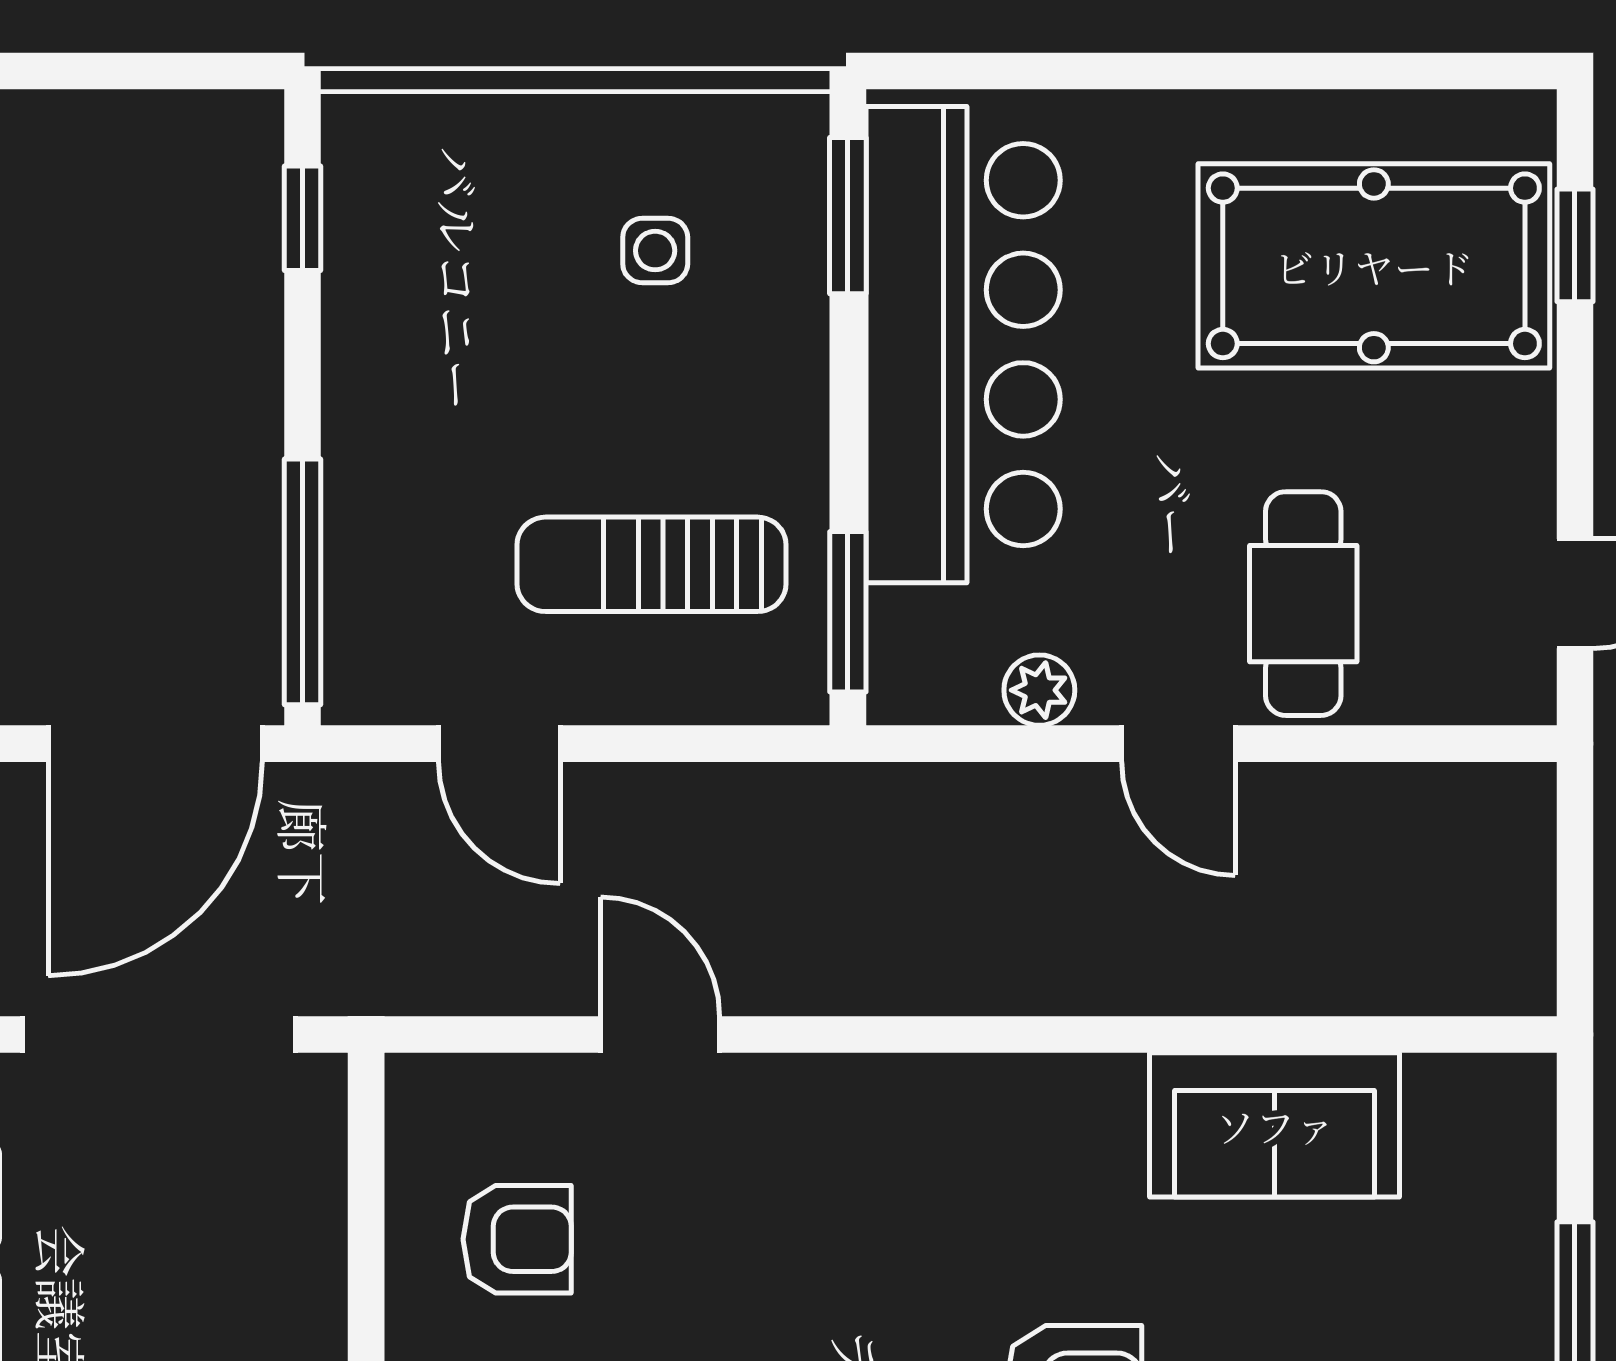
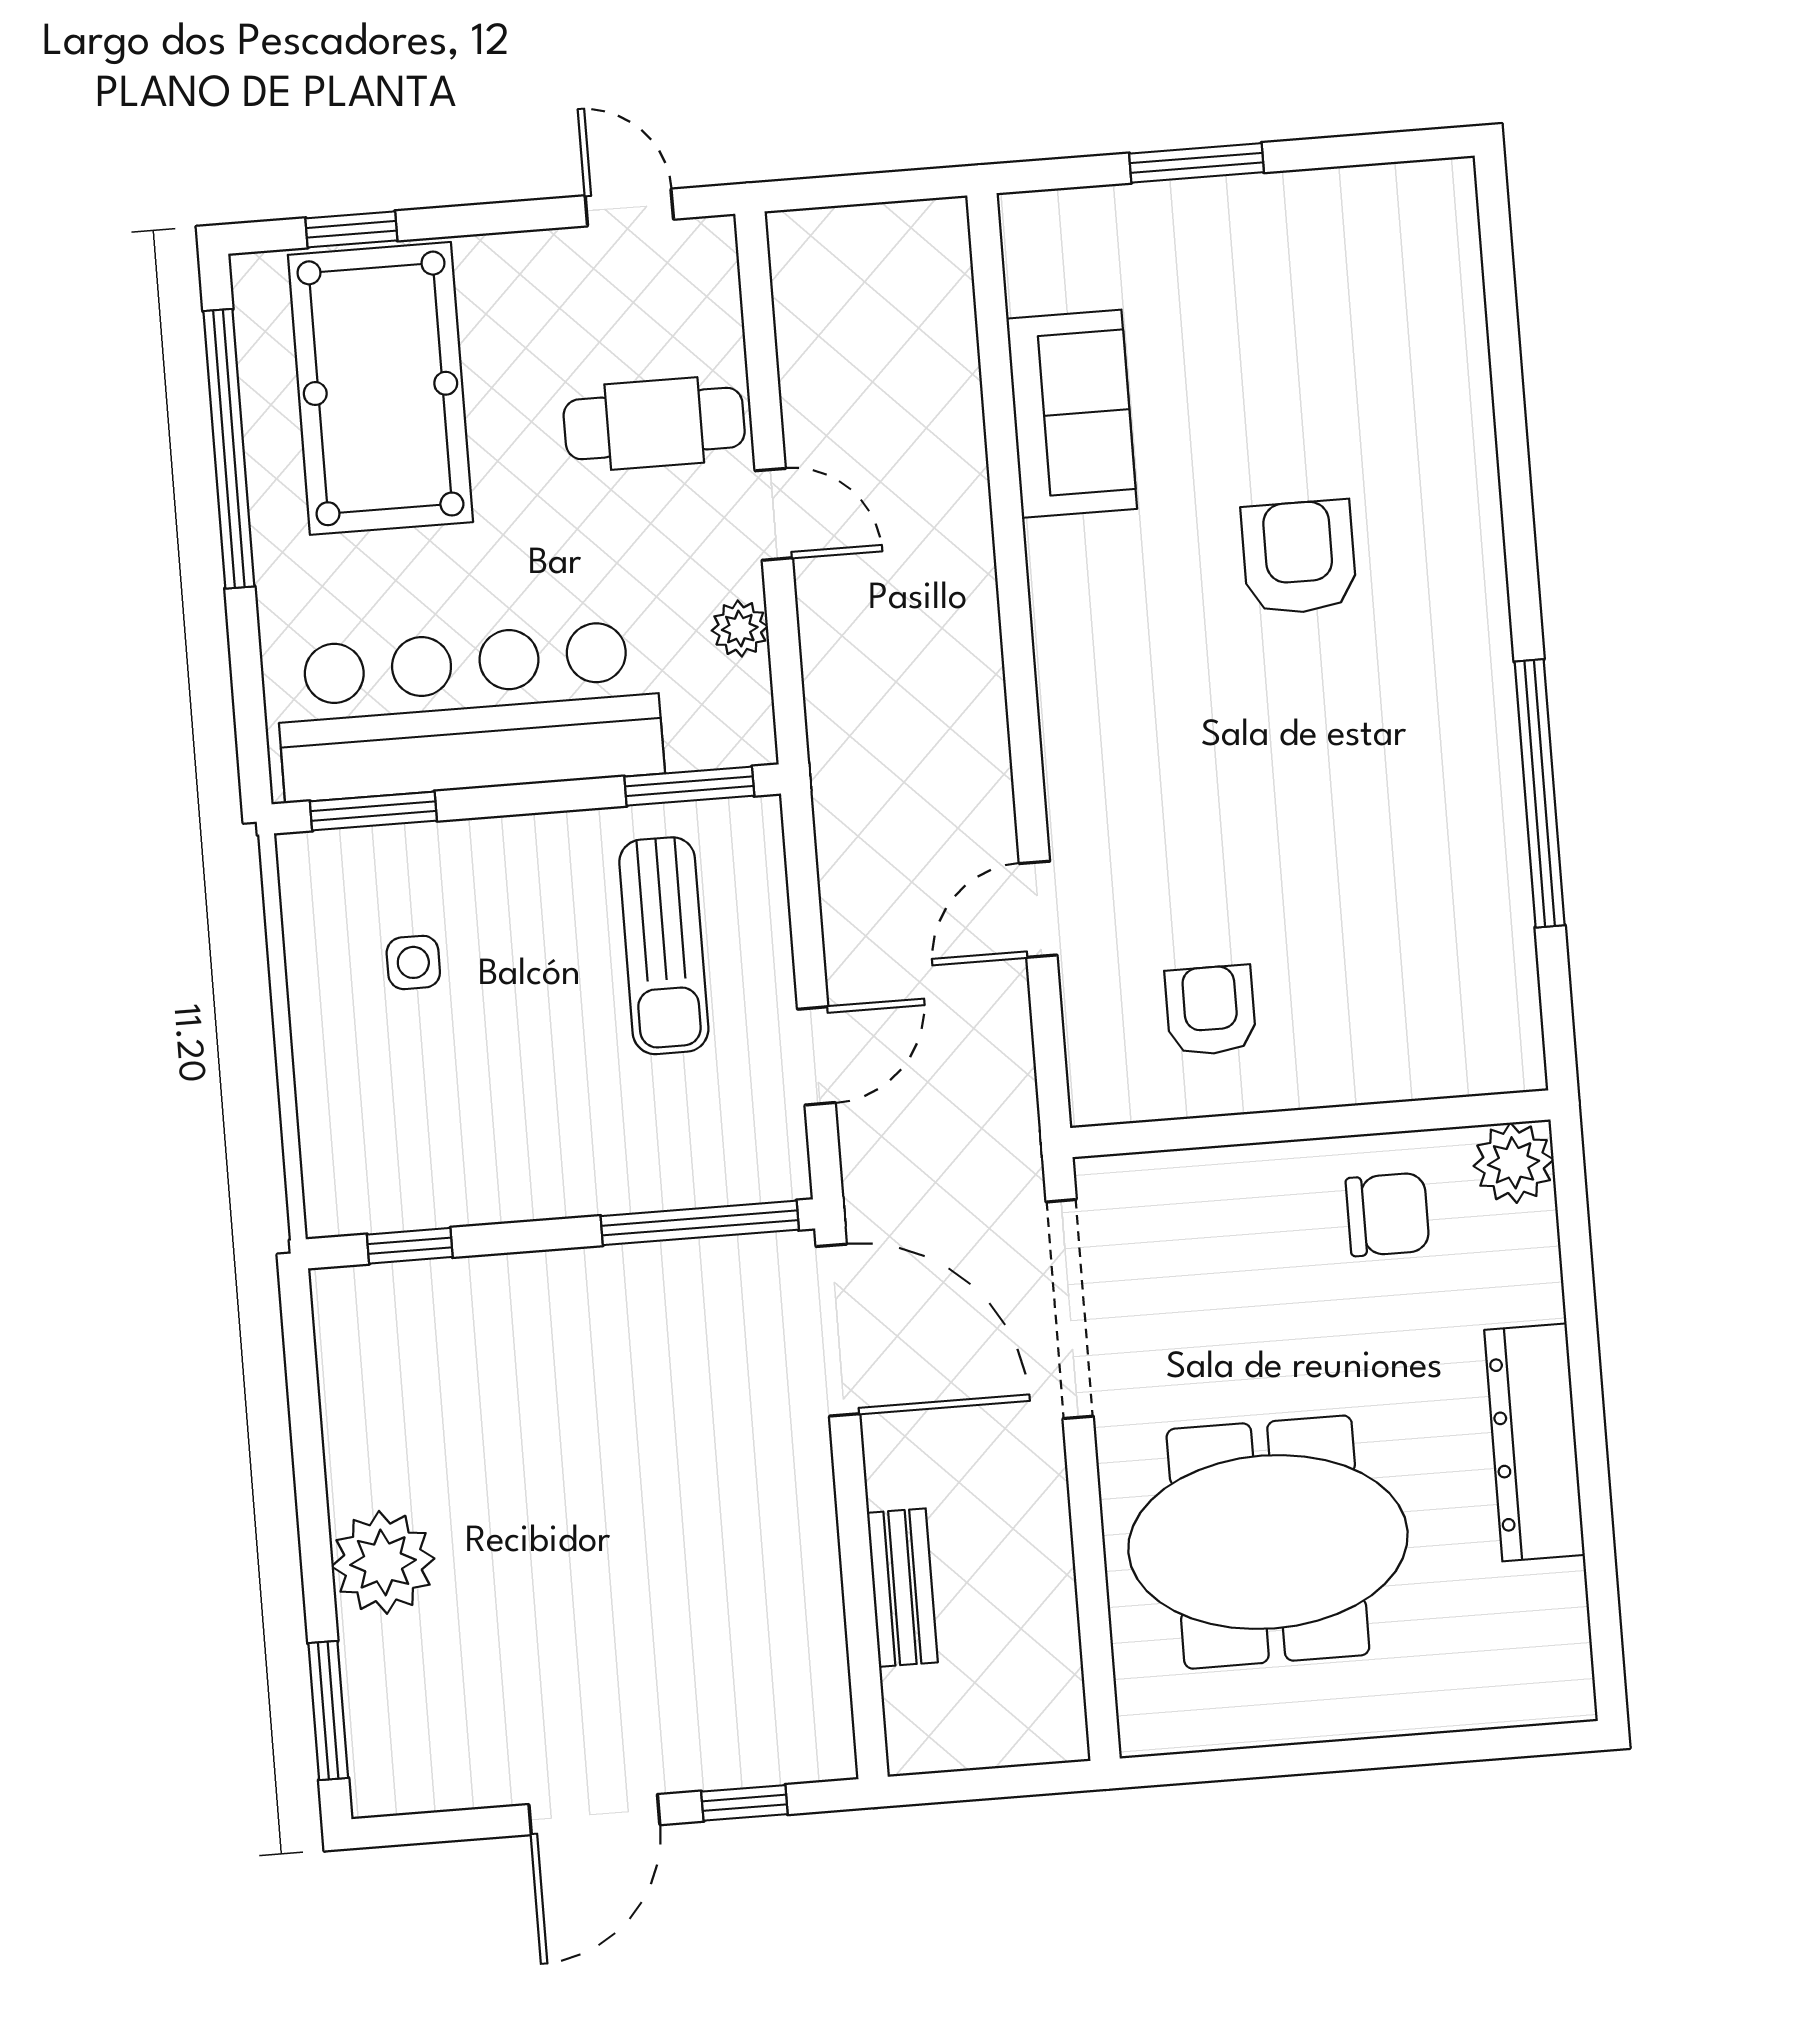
window: (1314, 71) -> (229, 449), added
door: (1178, 744) -> (774, 514), hinge flipped

